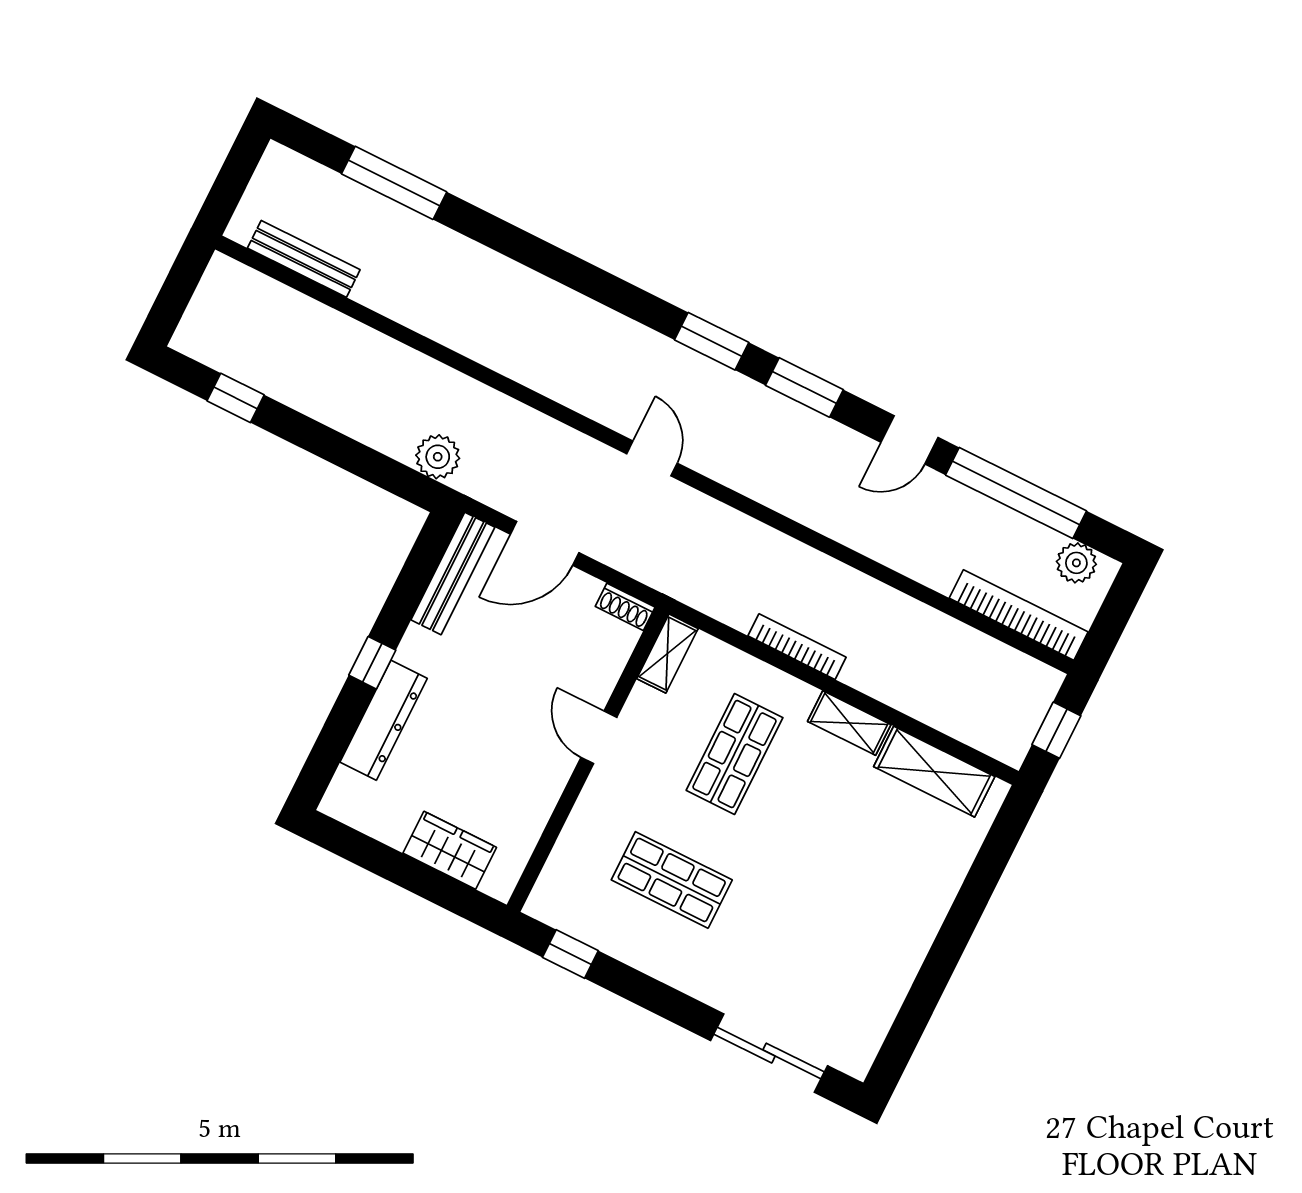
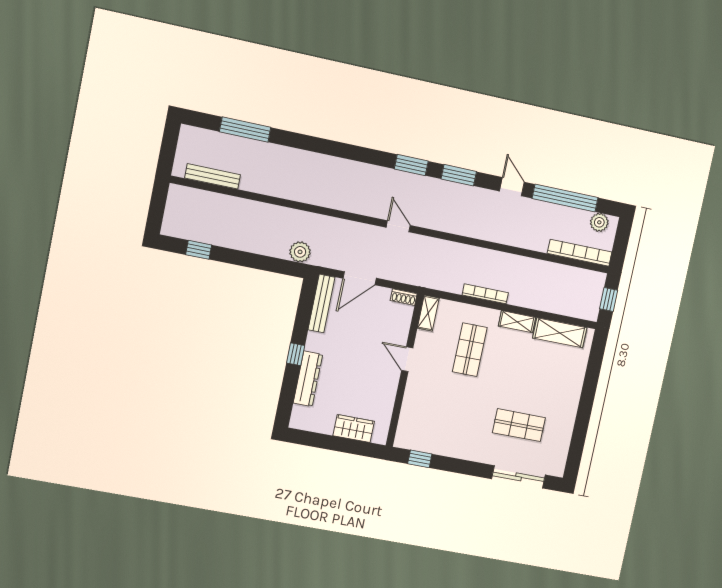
door: (910, 440) -> (512, 187), swing flipped
shop shelf: (672, 880) -> (519, 425), moved

